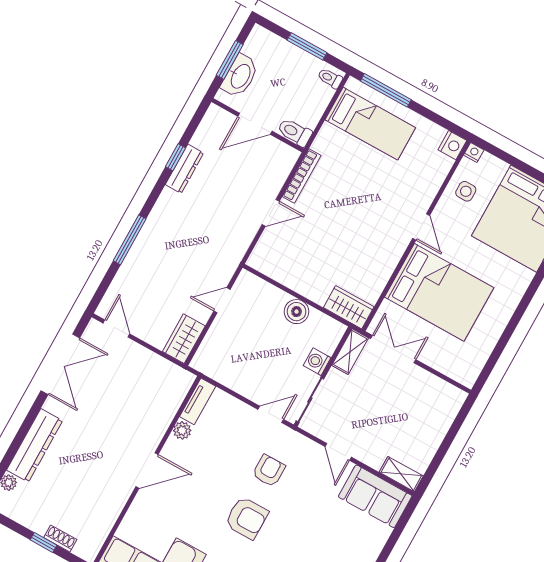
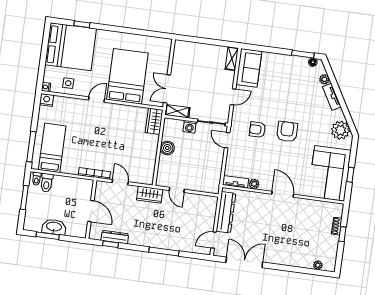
door: (255, 124) -> (91, 211), moved
wall: (258, 125) -> (91, 209), moved
toilet: (295, 132) -> (47, 183), moved
wardrobe: (184, 339) -> (150, 195), moved
dresser: (35, 445) -> (226, 212), moved, turned 90

